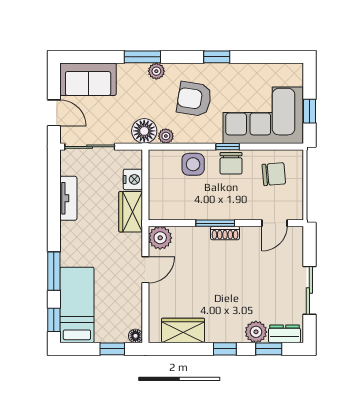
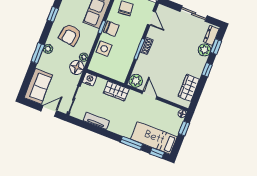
nightstand: (133, 179) -> (90, 79), moved

